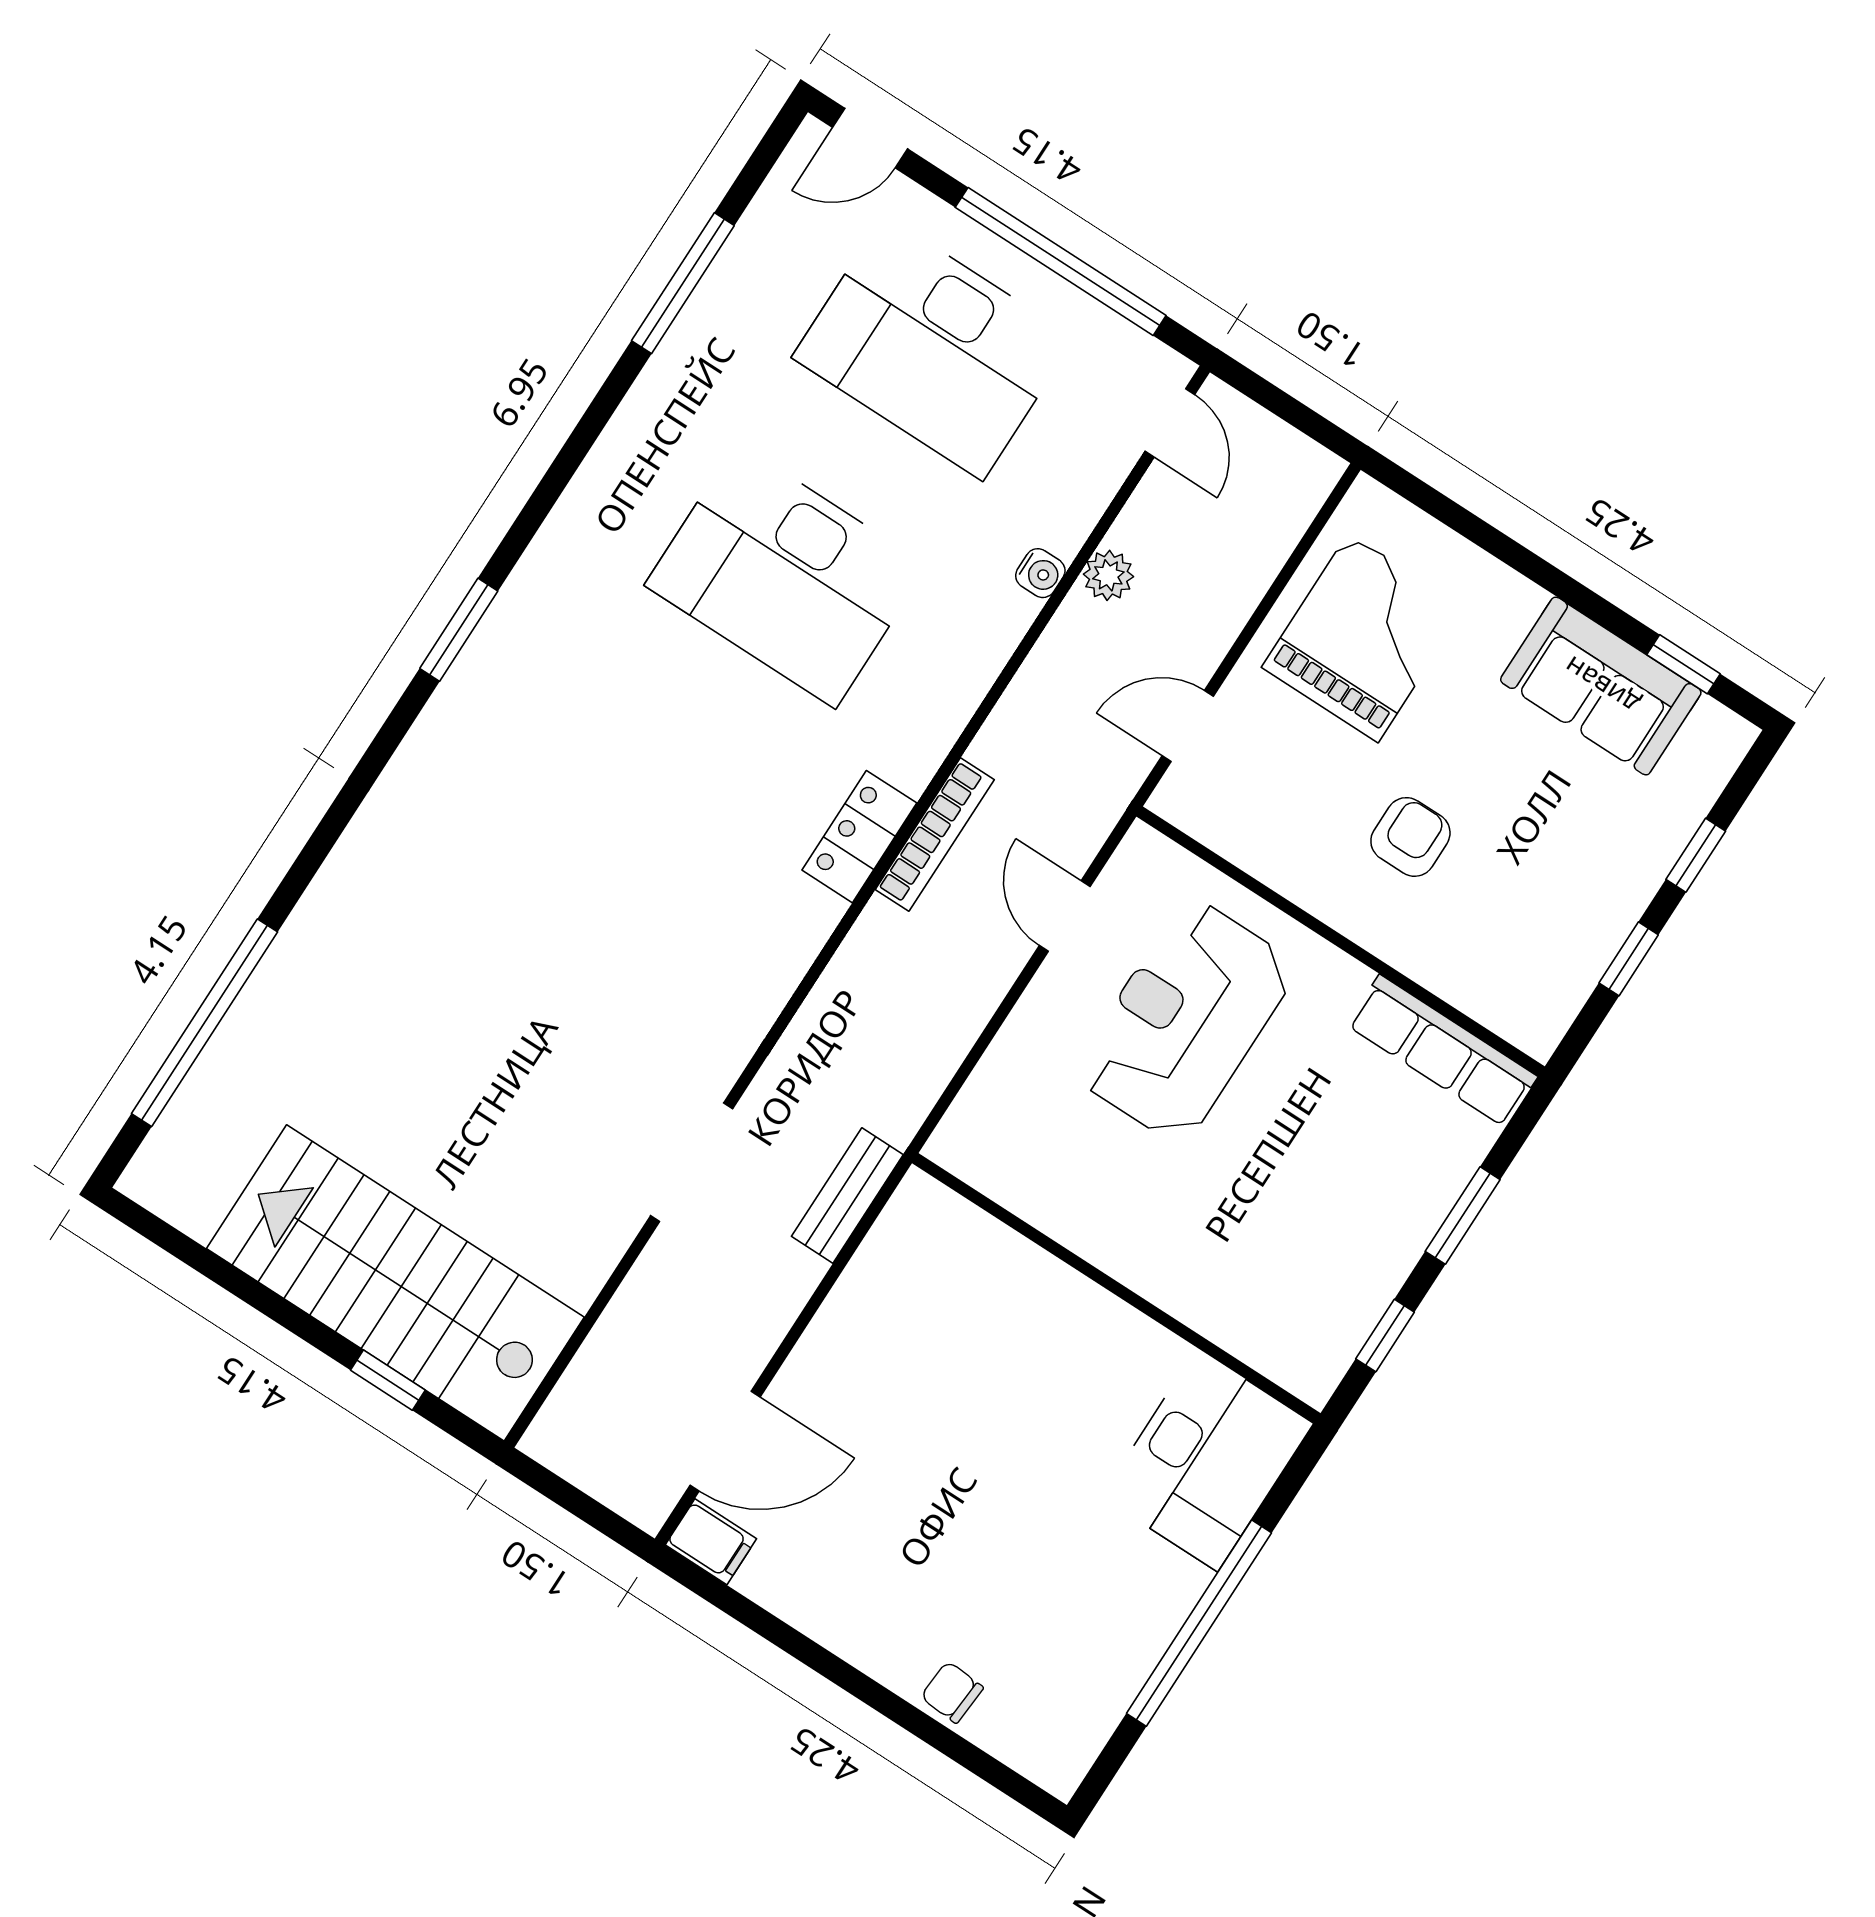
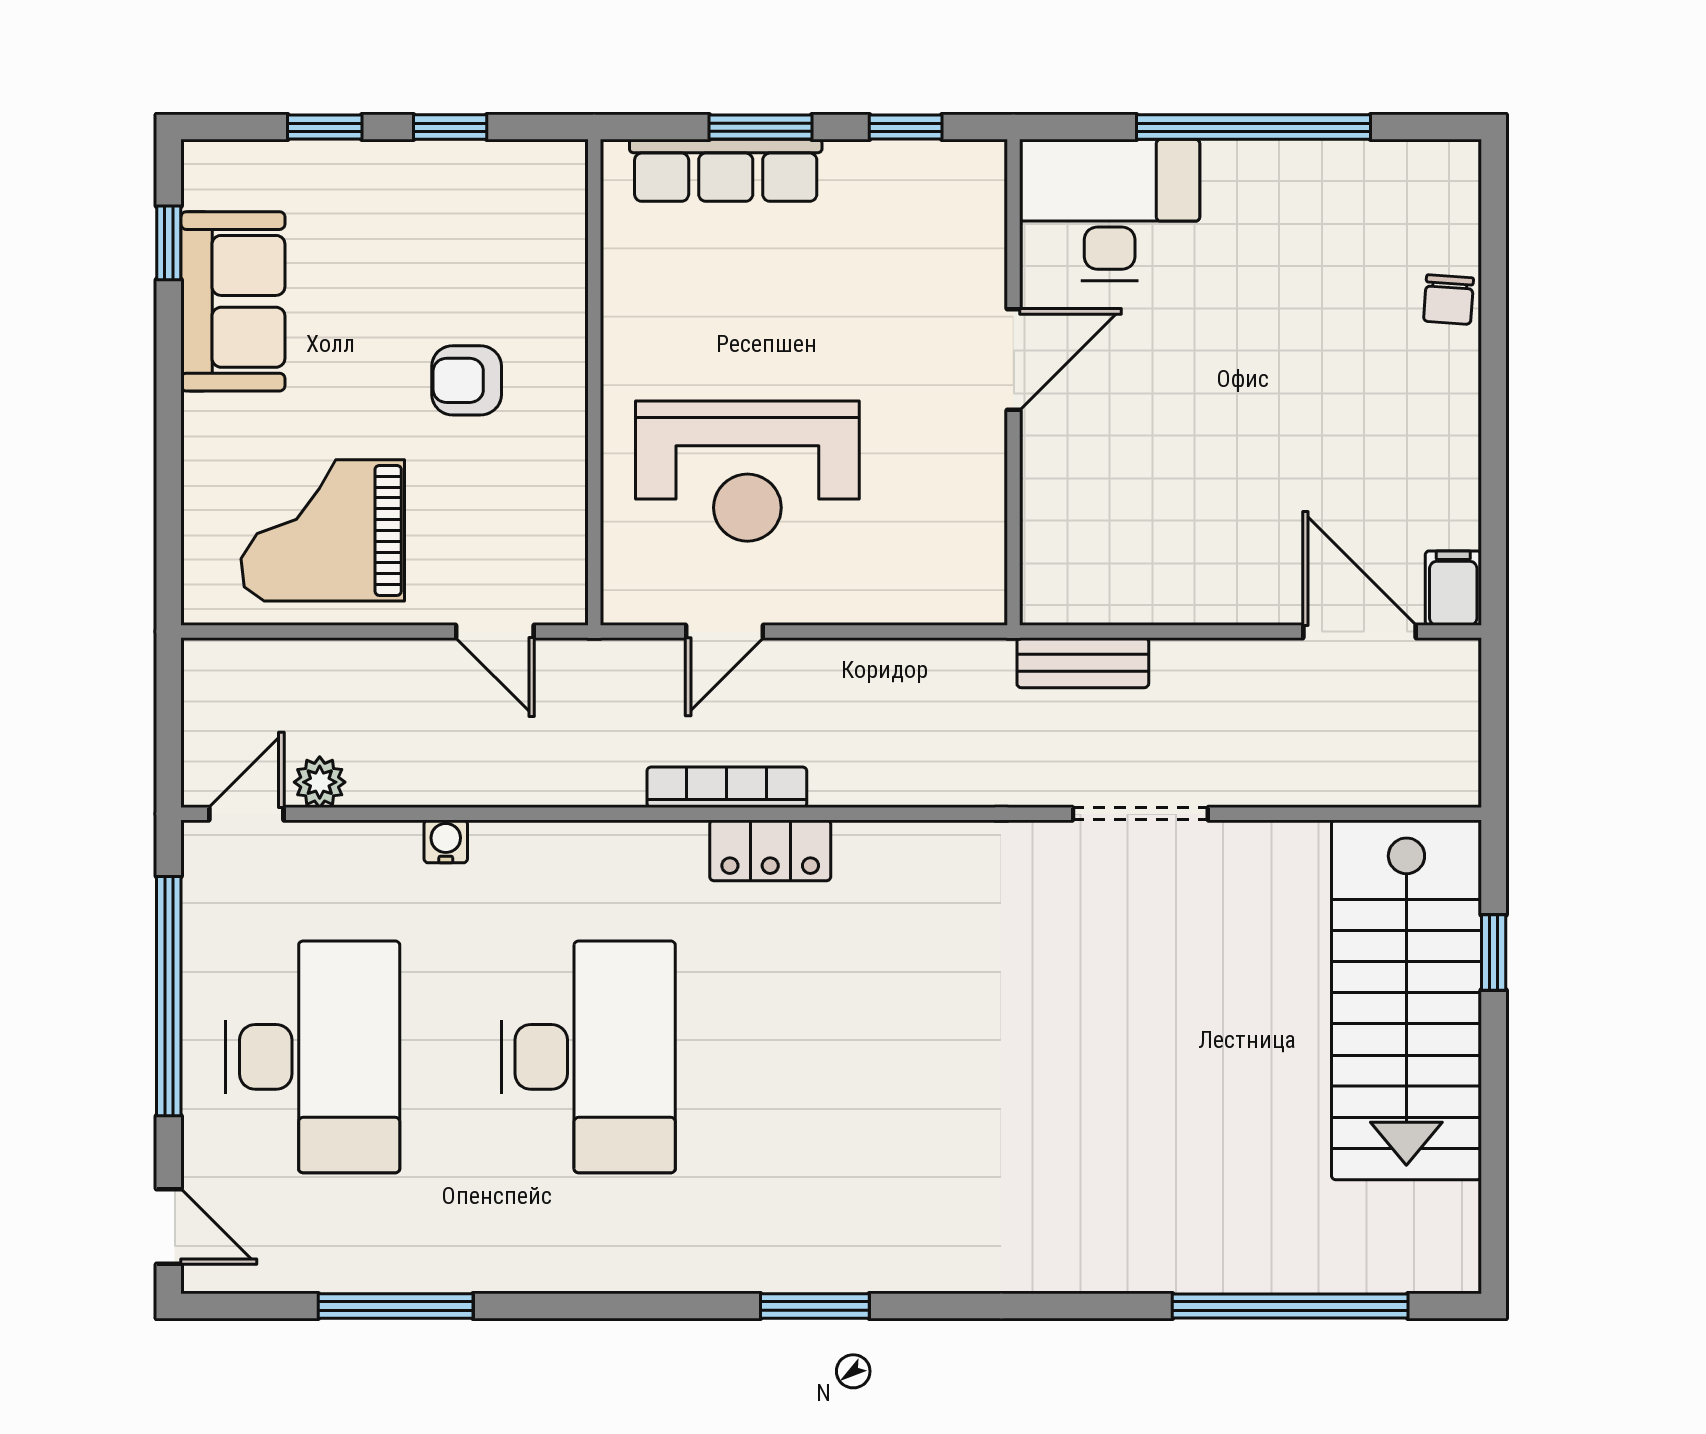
plant: (1108, 575) -> (320, 782), moved
row of seats: (1442, 1051) -> (726, 170), moved, turned 90
door: (1135, 1300) -> (1014, 360), added

